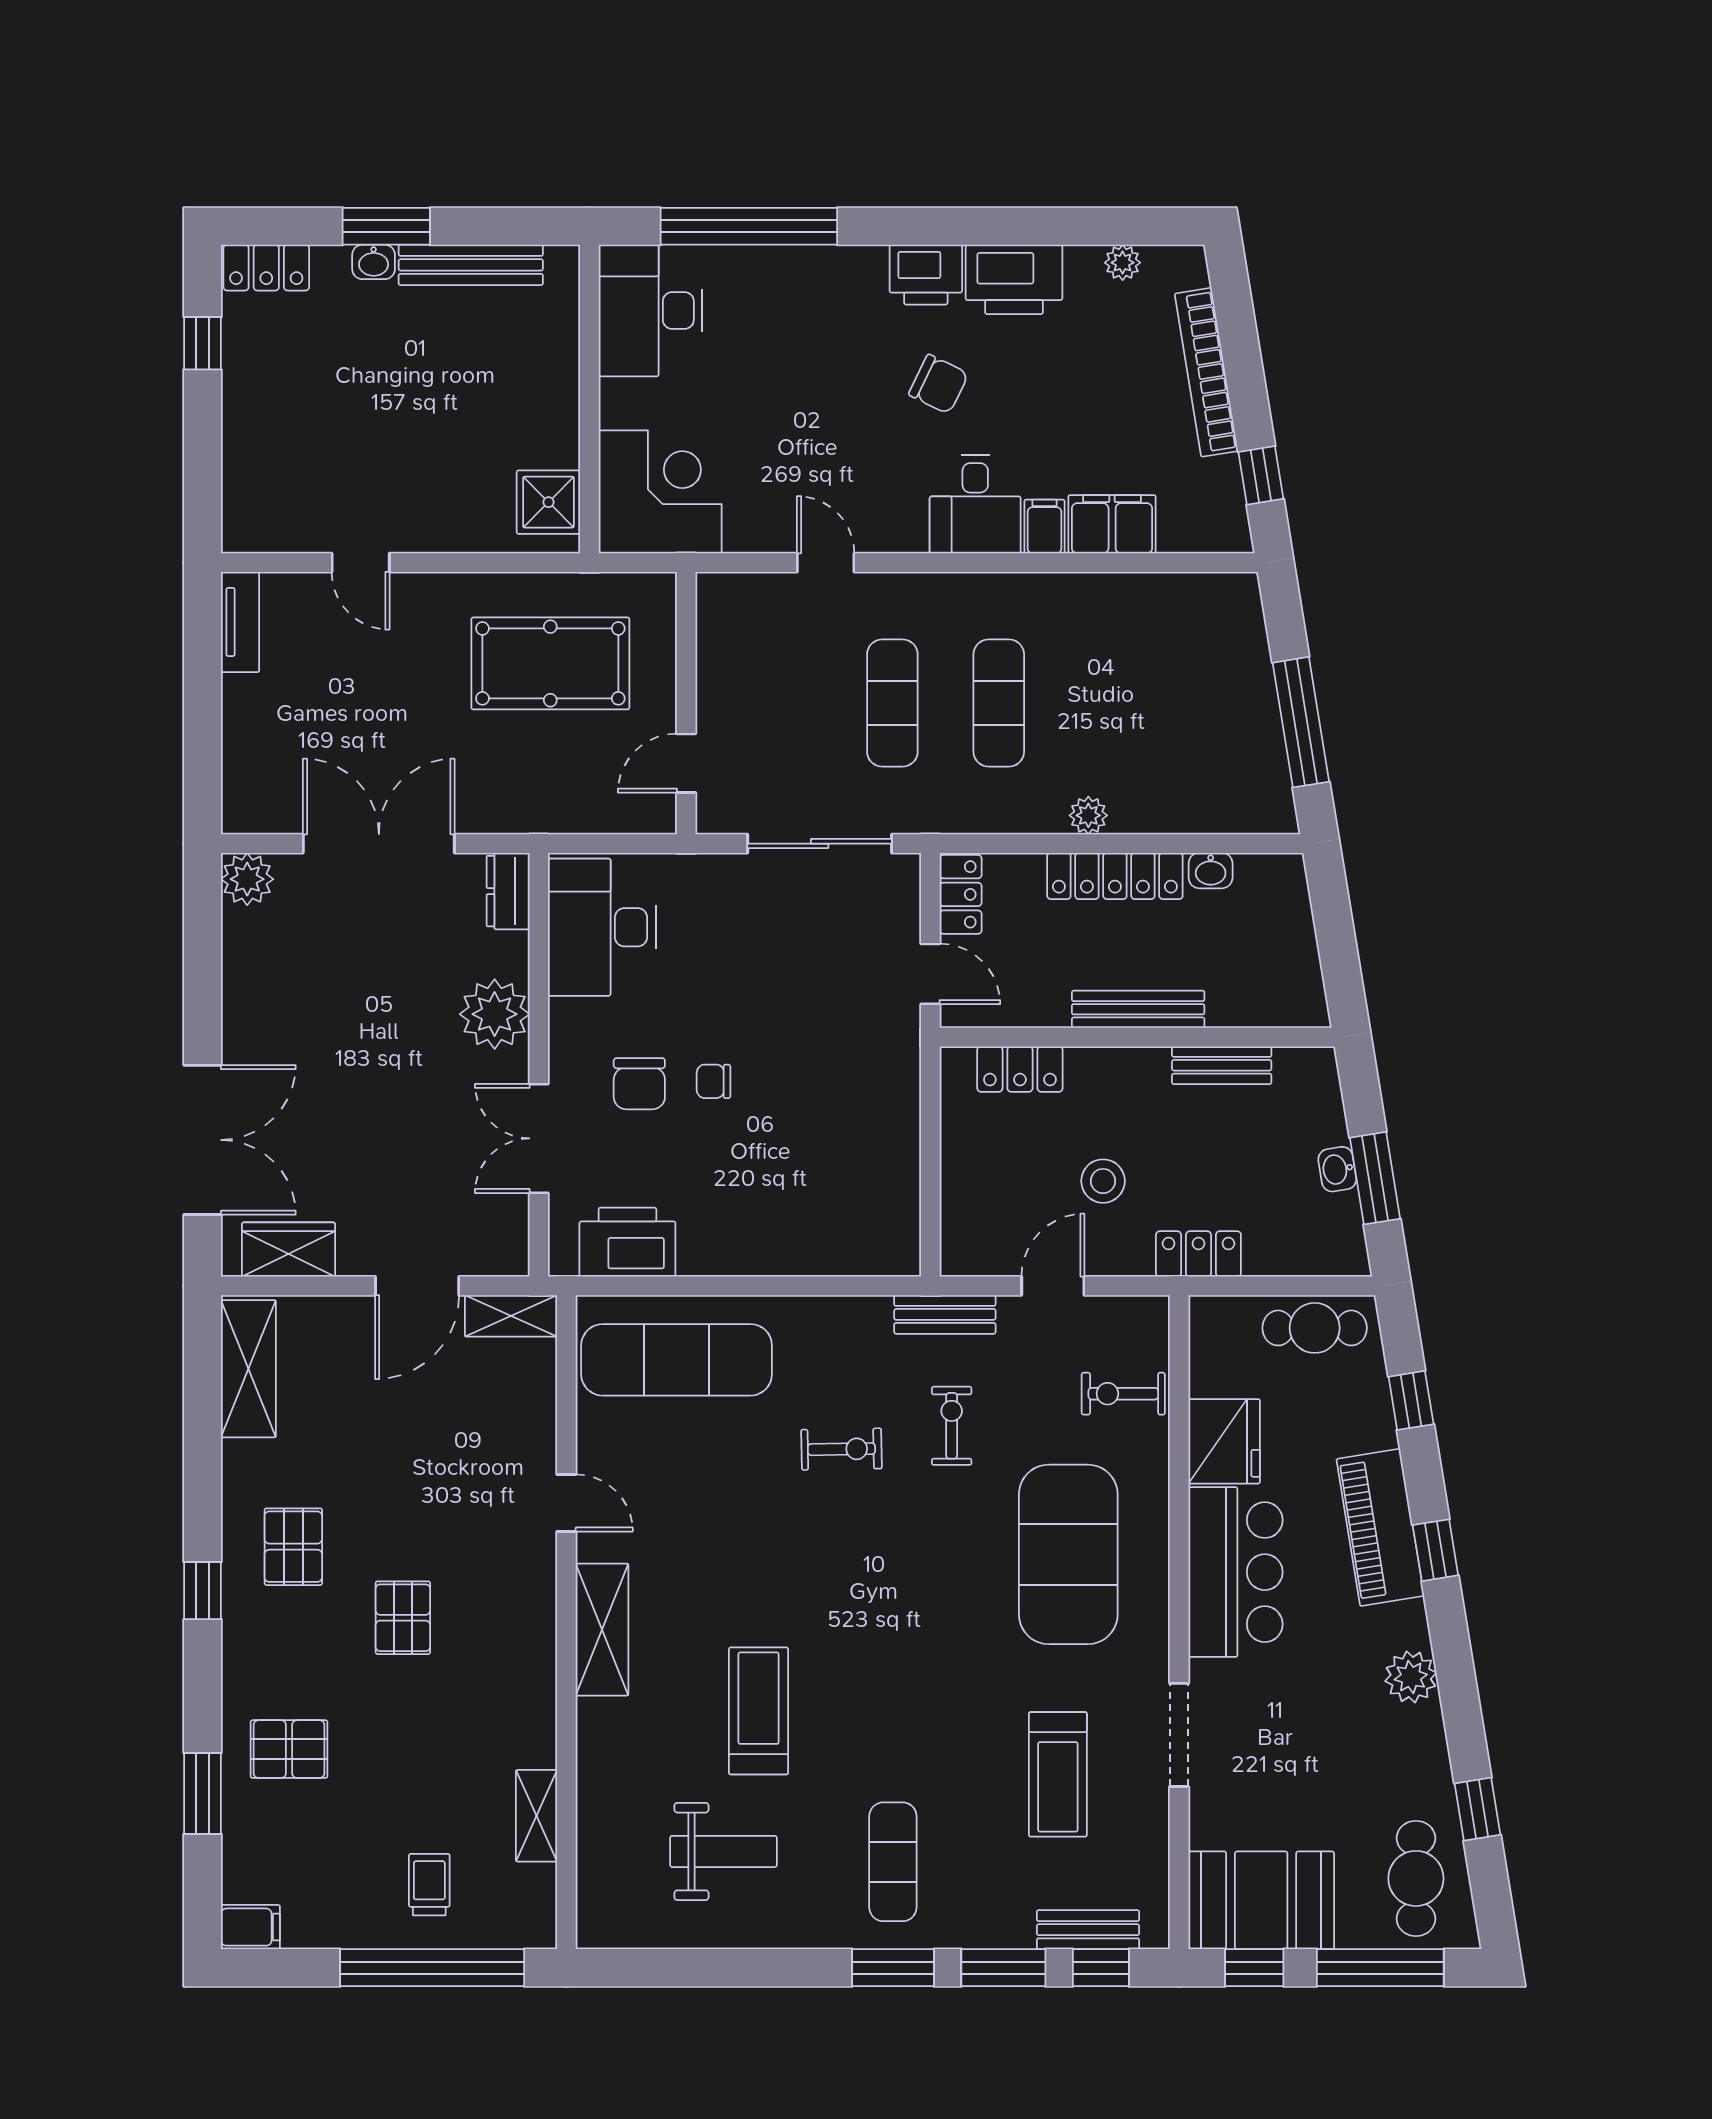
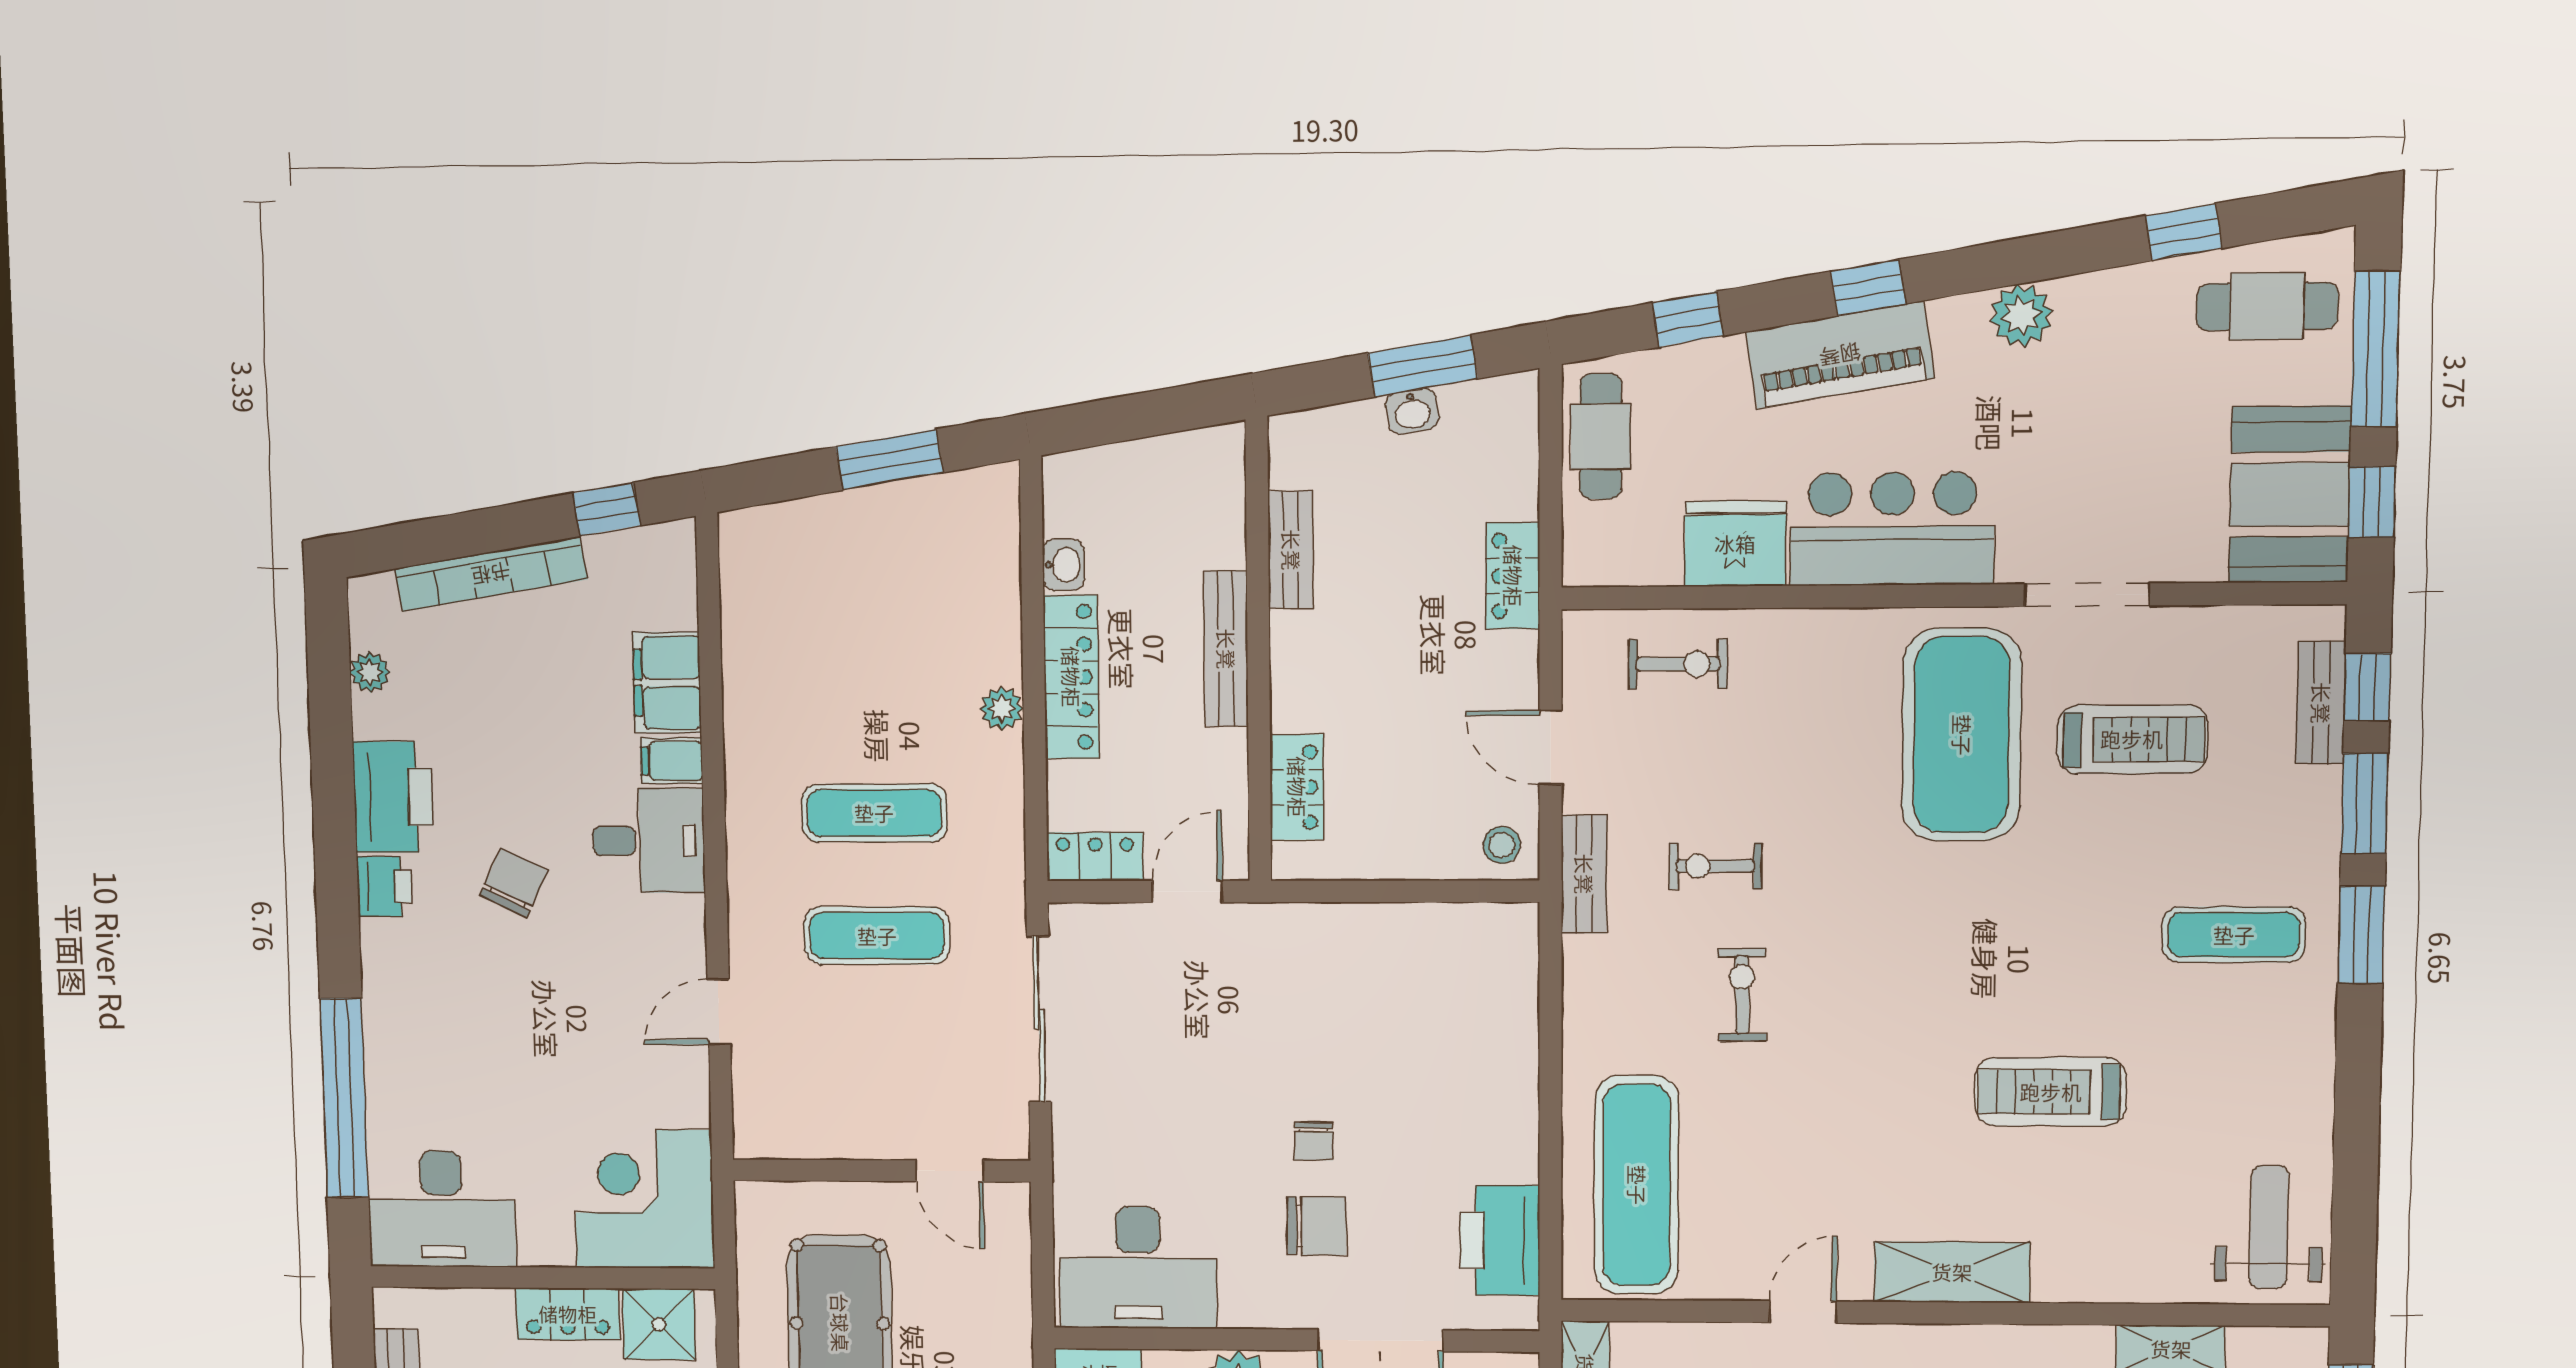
printer: (926, 275) -> (384, 887), width x0.73, depth x0.81
locker: (557, 421) -> (568, 1314), added
window: (1301, 722) -> (889, 460), width x0.69
stool: (1103, 1181) -> (1502, 845), moved, width x0.73, depth x0.73
exercise bike: (1123, 1394) -> (1678, 664), turned -90
exercise mat: (1068, 1554) -> (1962, 735), moved, turned 90
weight bench: (723, 1851) -> (2269, 1227), moved

